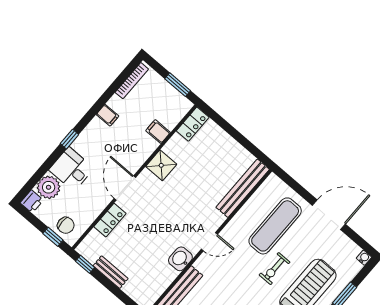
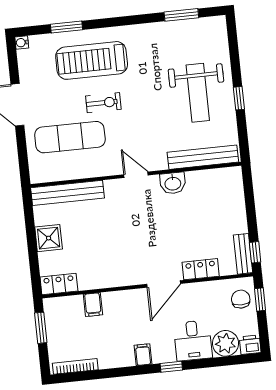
filing cabinet: (107, 115) -> (143, 355), moved
shower: (161, 165) -> (49, 238), moved
bench: (111, 272) -> (243, 254), moved

